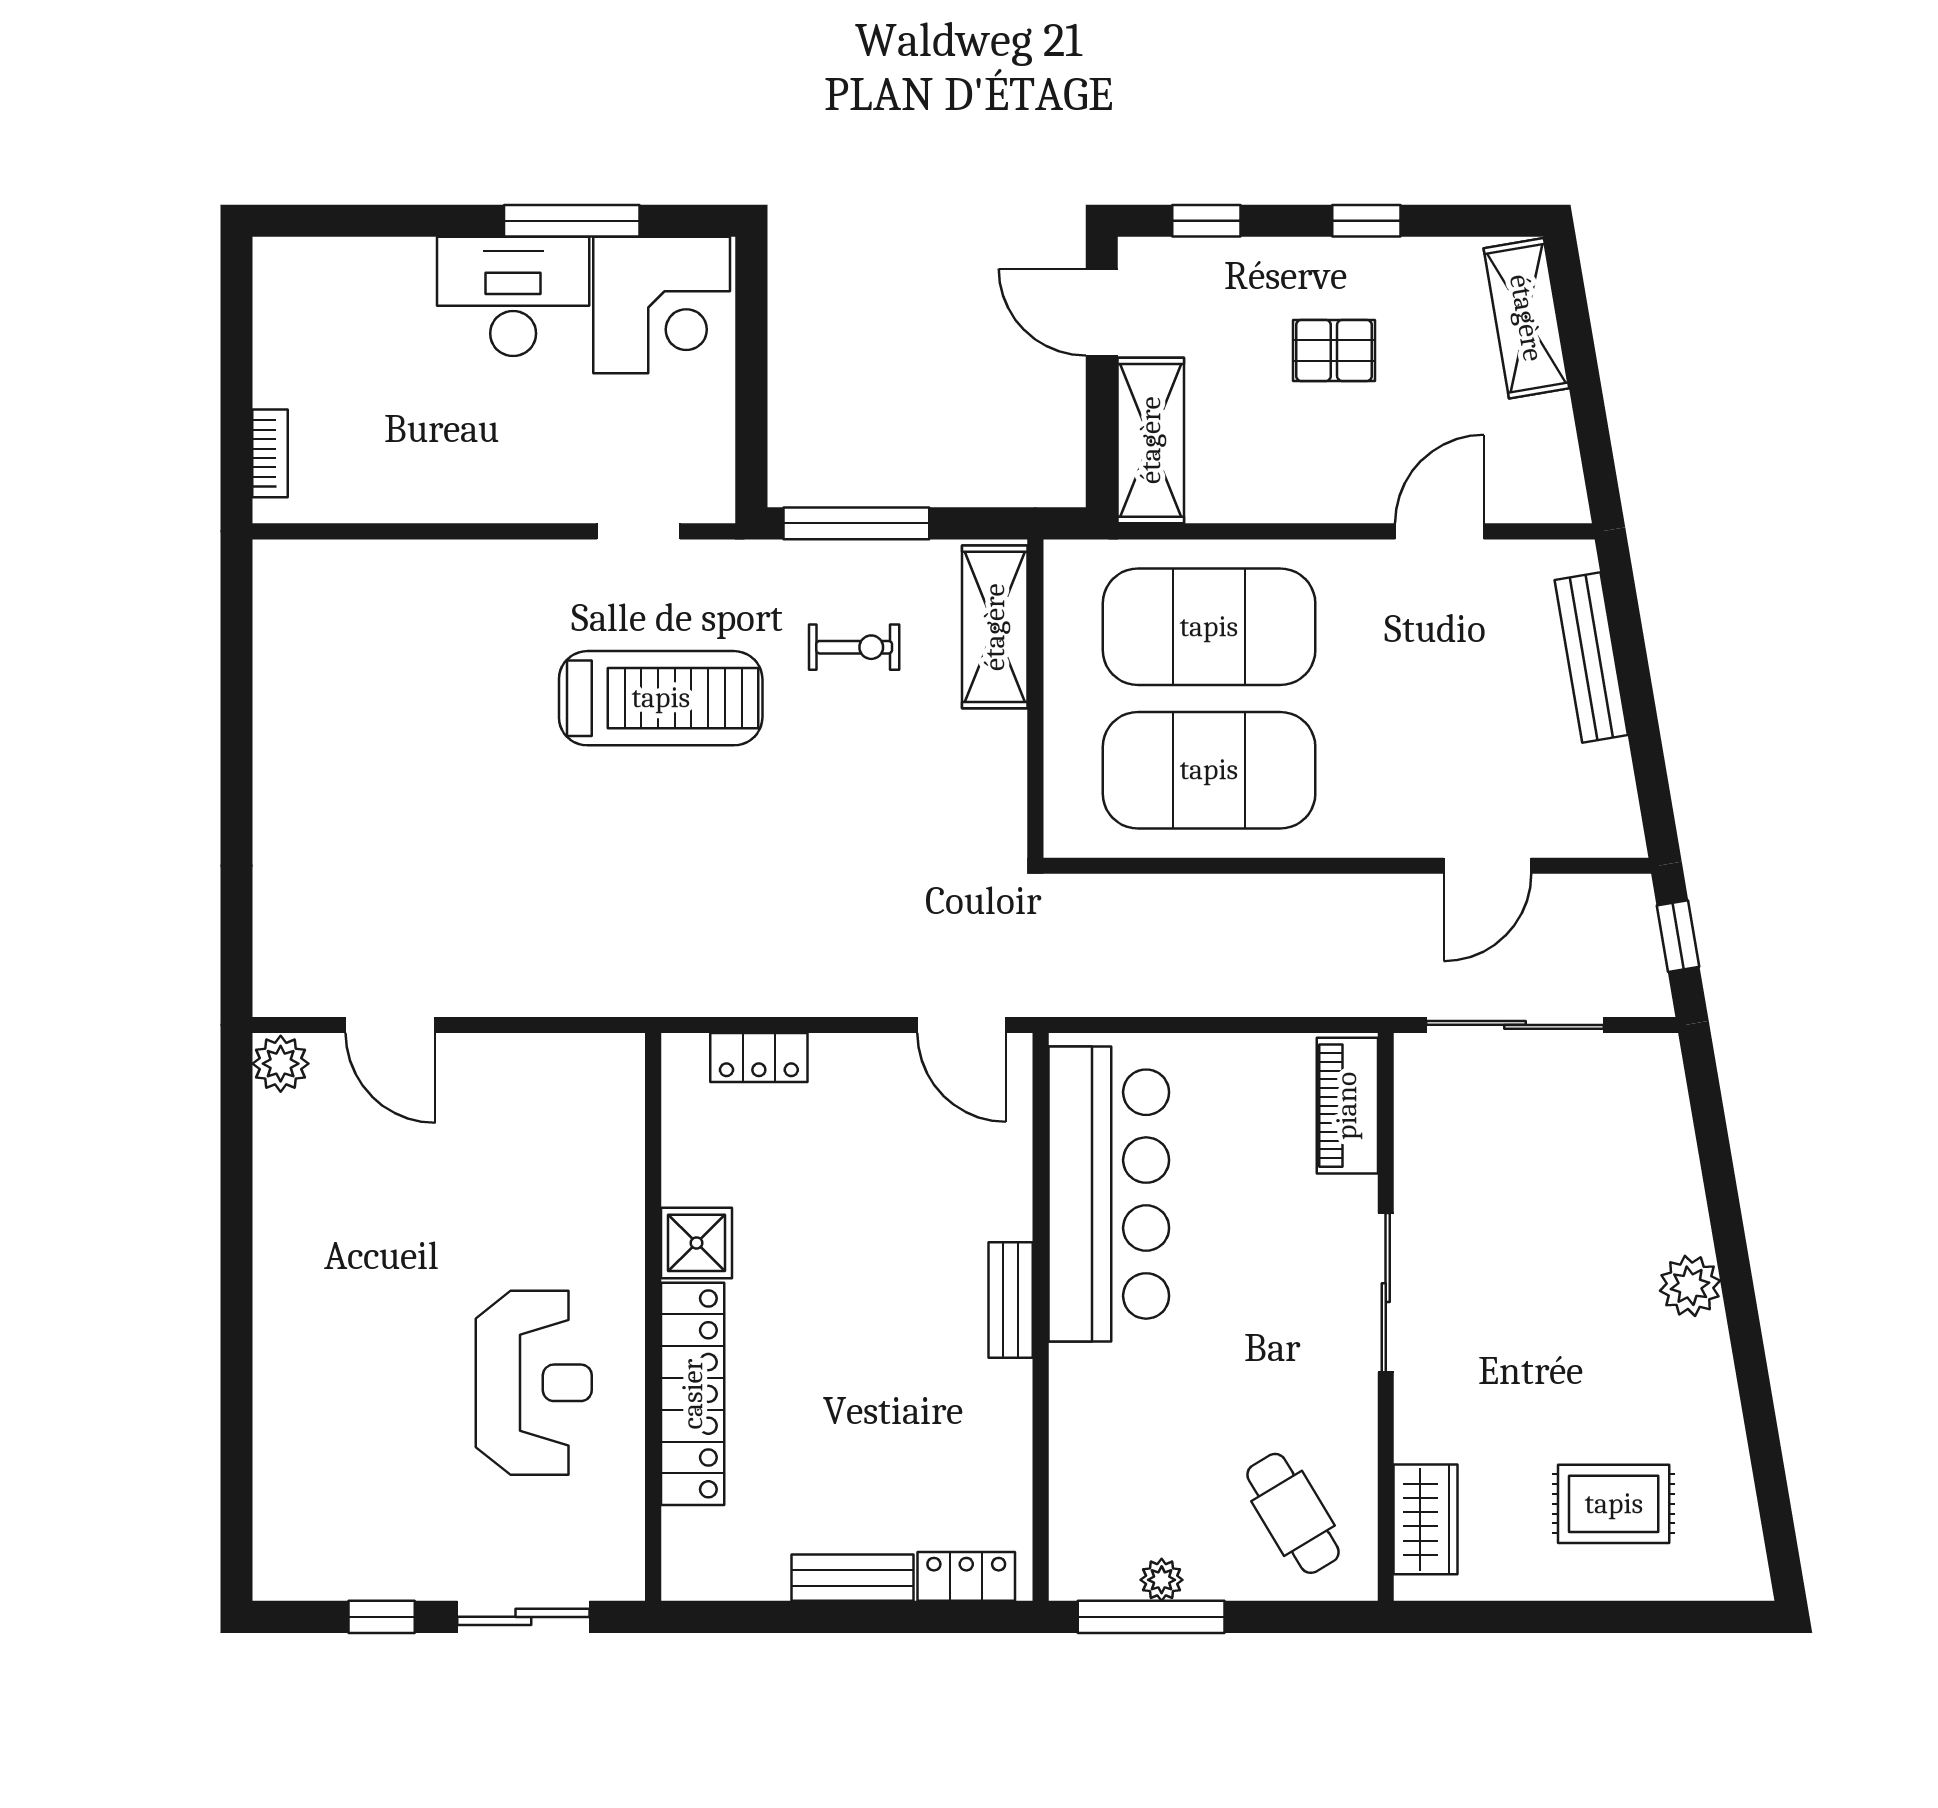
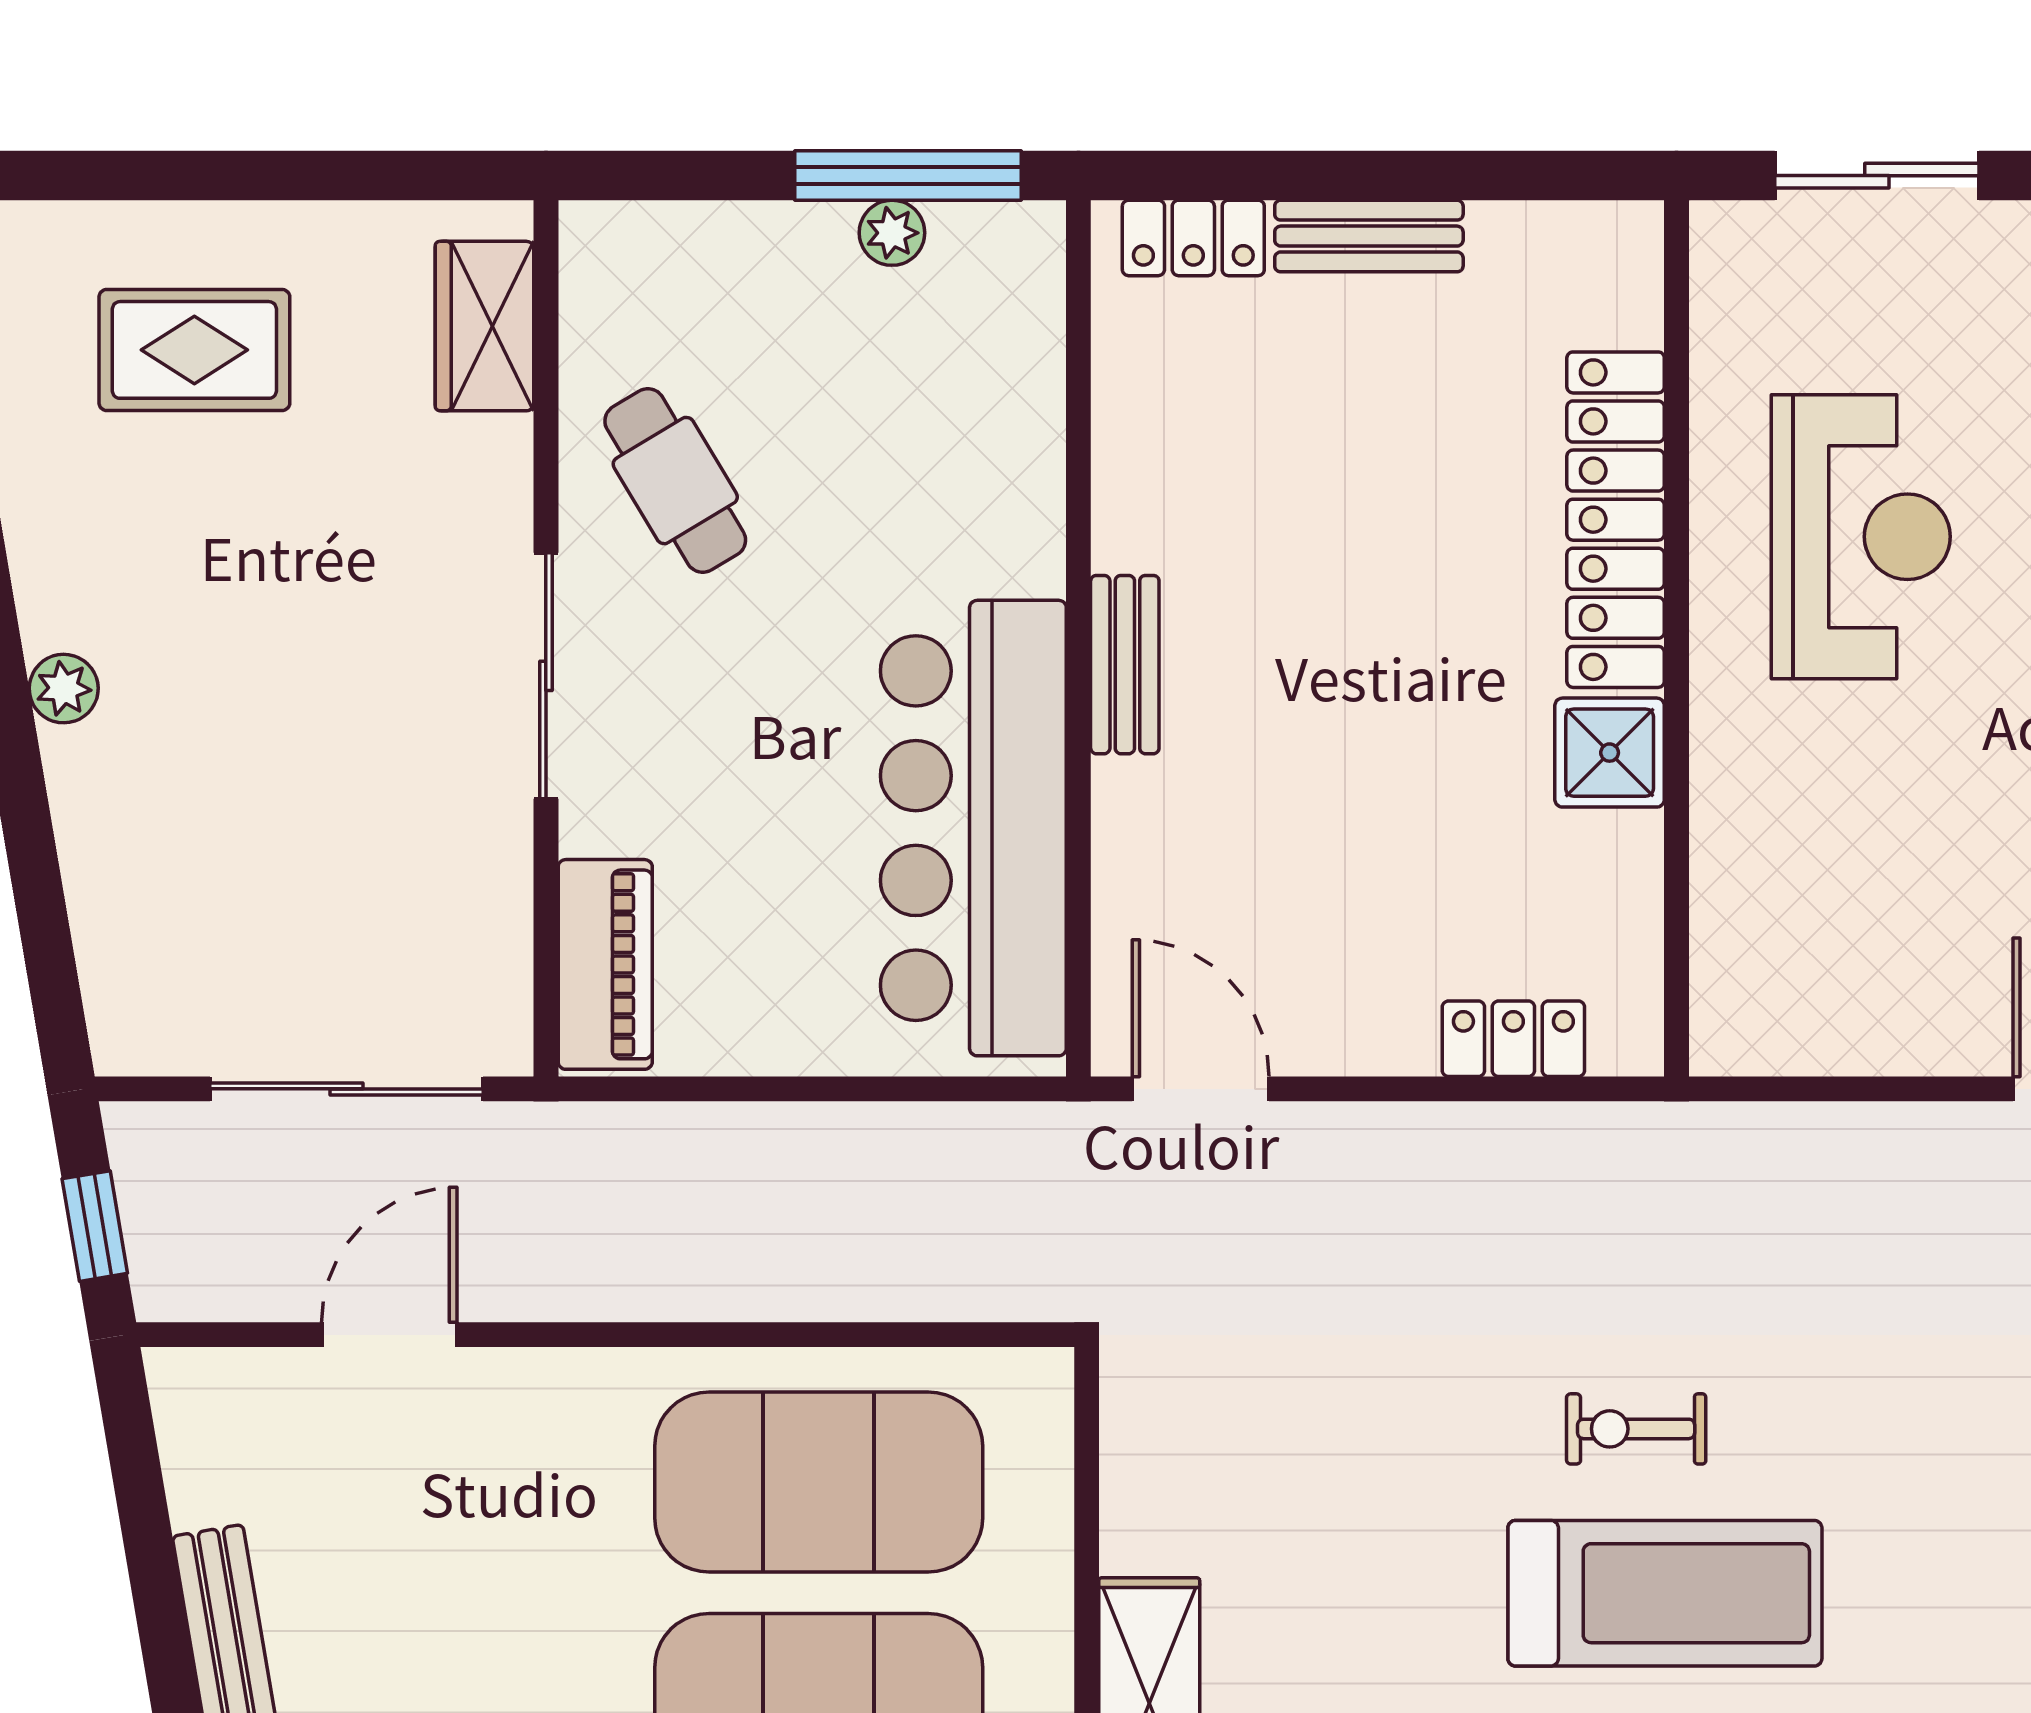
exercise bike: (854, 647) -> (1636, 1429), moved
treadmill: (661, 698) -> (1665, 1593), turned 180
plant: (1690, 1286) -> (64, 689), width x0.73, depth x0.73
reception desk: (534, 1383) -> (1861, 537), turned 180
cafe table: (1293, 1513) -> (675, 481), moved

